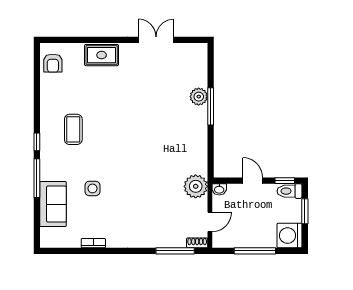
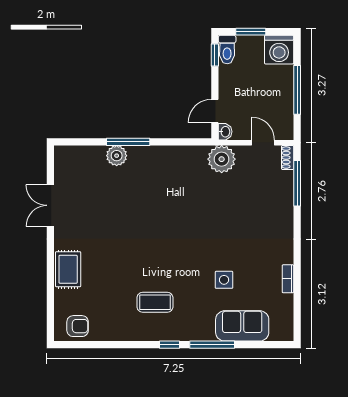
door: (253, 181) -> (215, 111), moved

